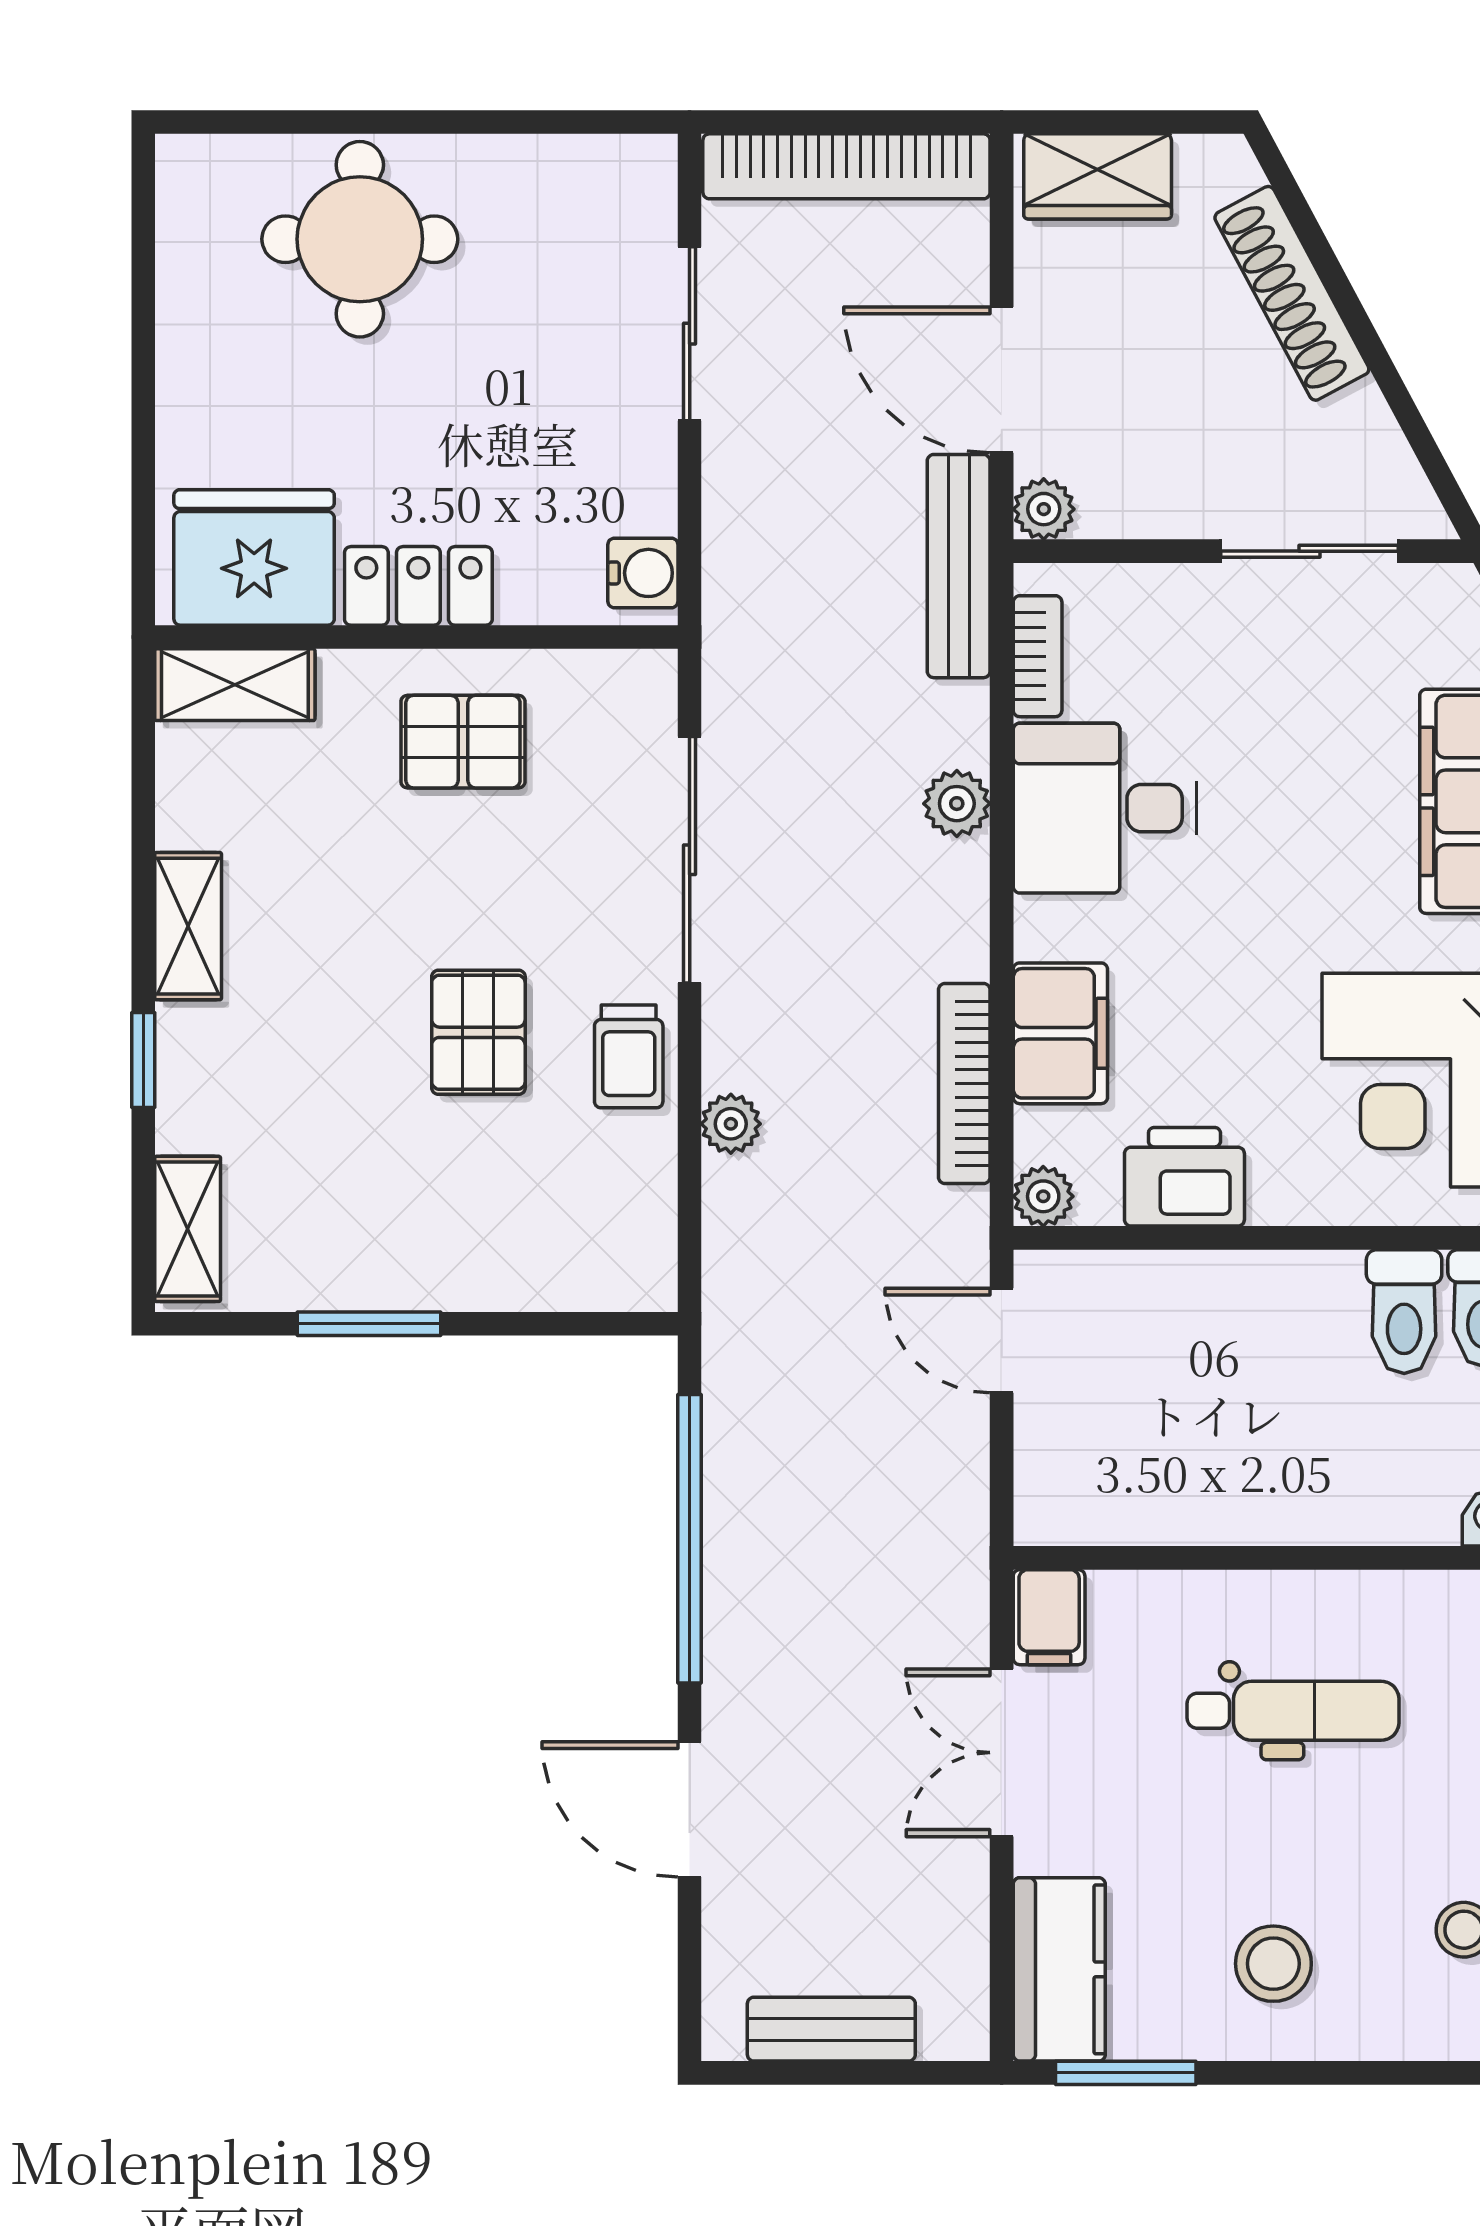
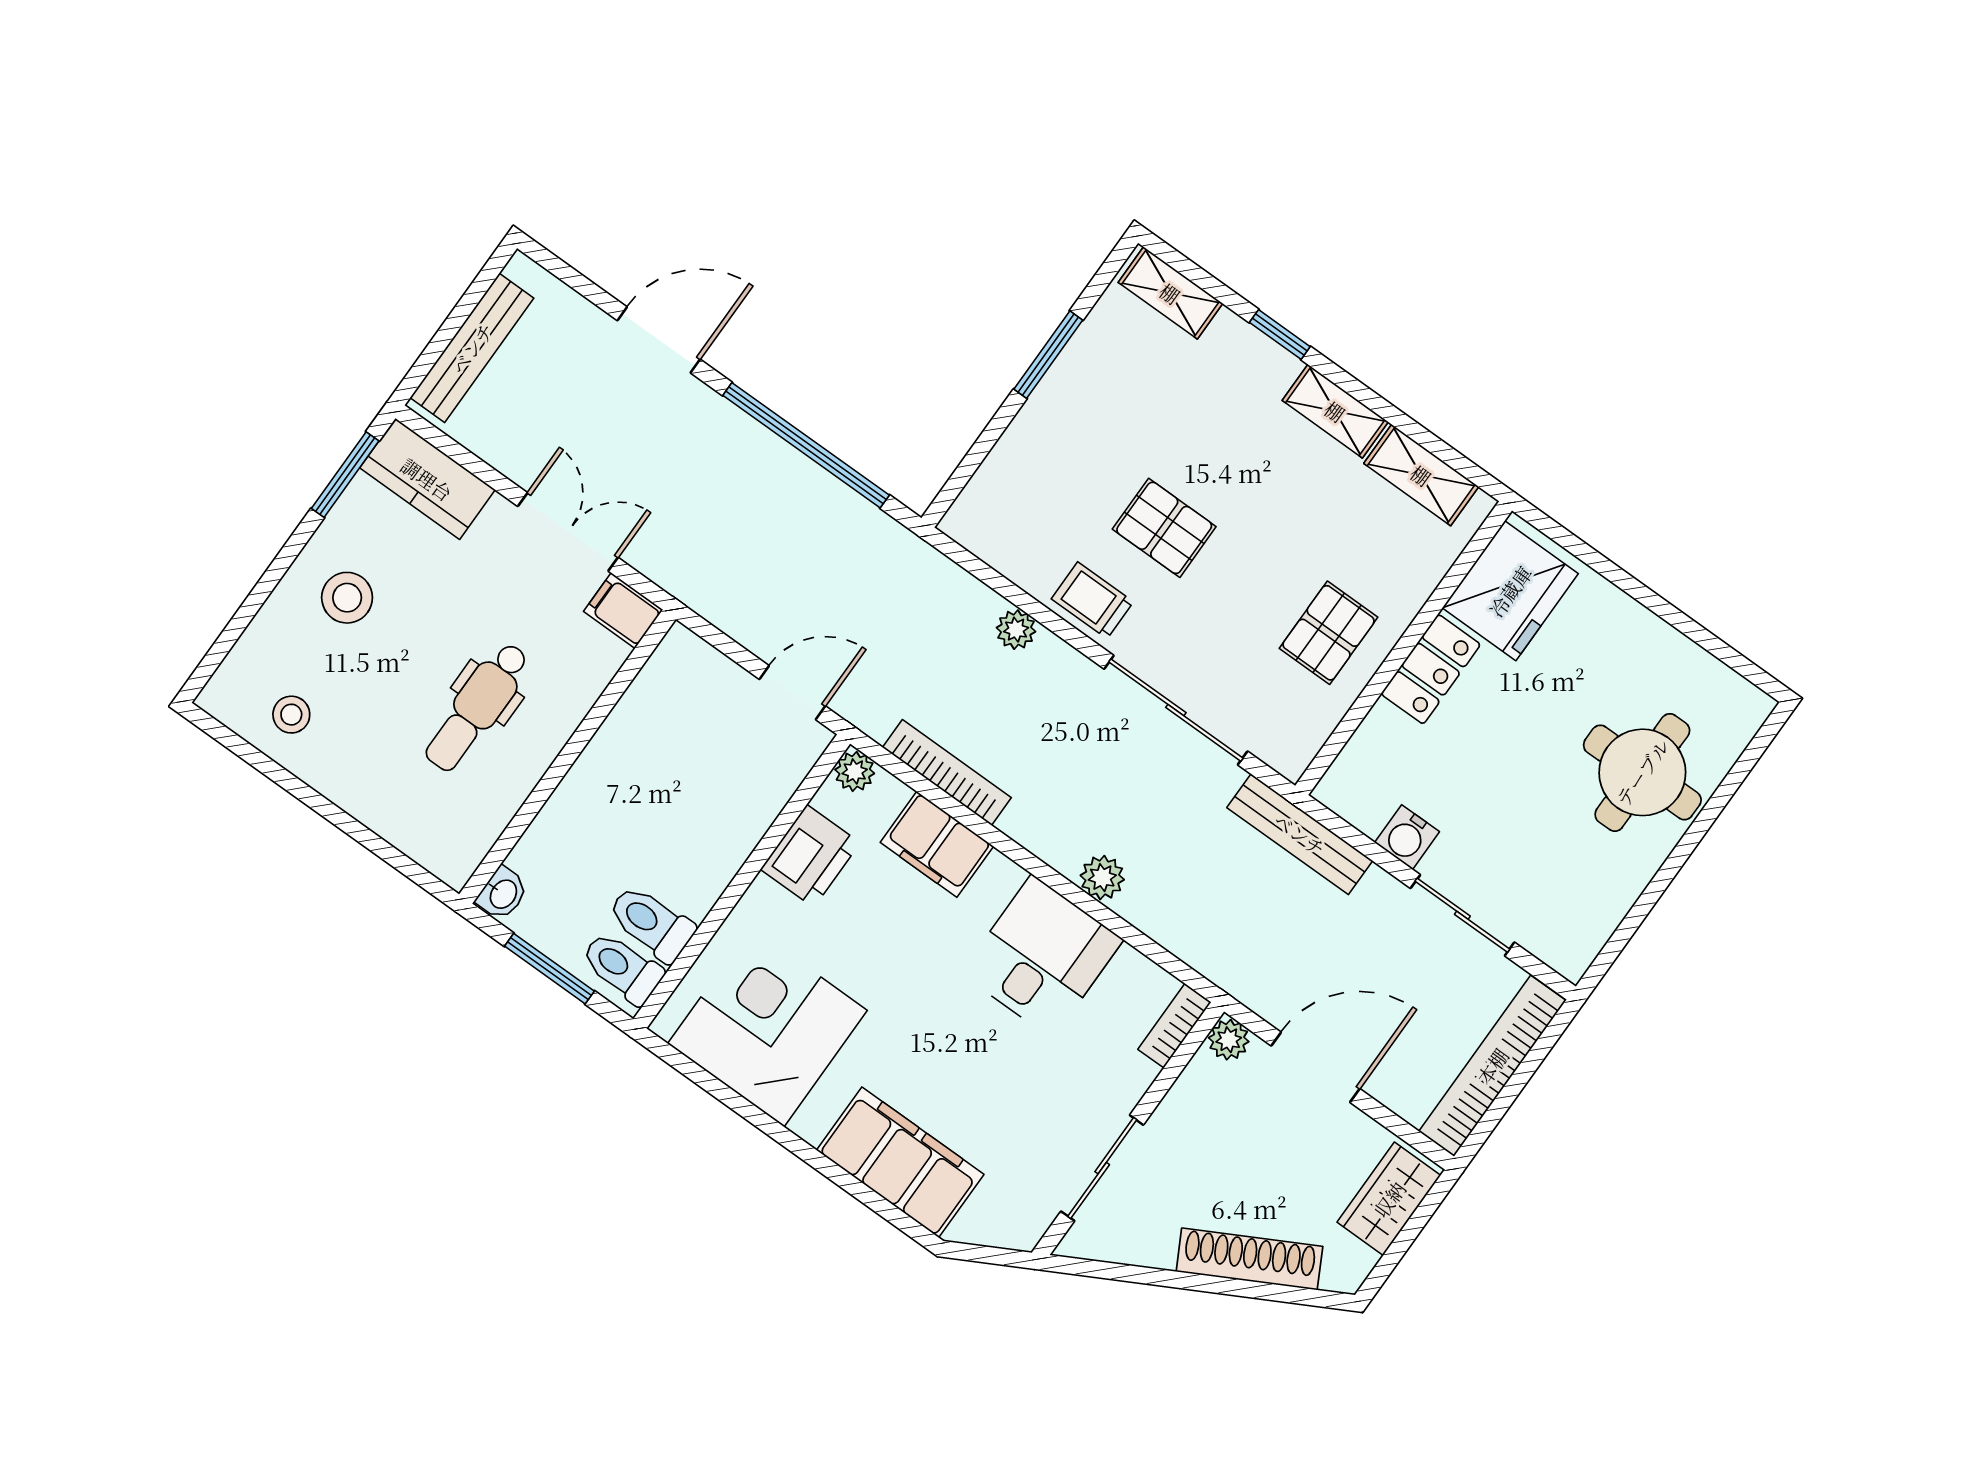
bench: (959, 566) -> (1300, 834), moved
water cooler: (643, 573) -> (1407, 837), moved
bookcase: (1038, 656) -> (1174, 1026), moved, turned 90
shelving: (235, 685) -> (1421, 475), moved, turned 90
bench: (831, 2029) -> (472, 348), width x1.36

